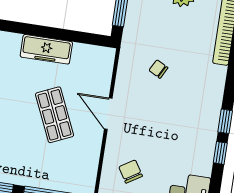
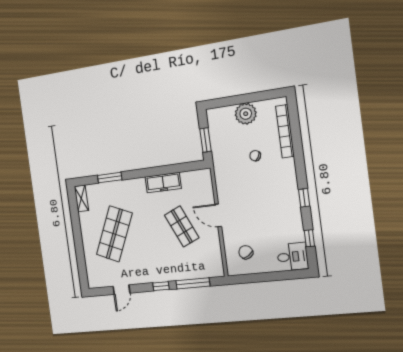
chair: (158, 69) -> (255, 156), moved
window: (220, 153) -> (309, 238), moved

